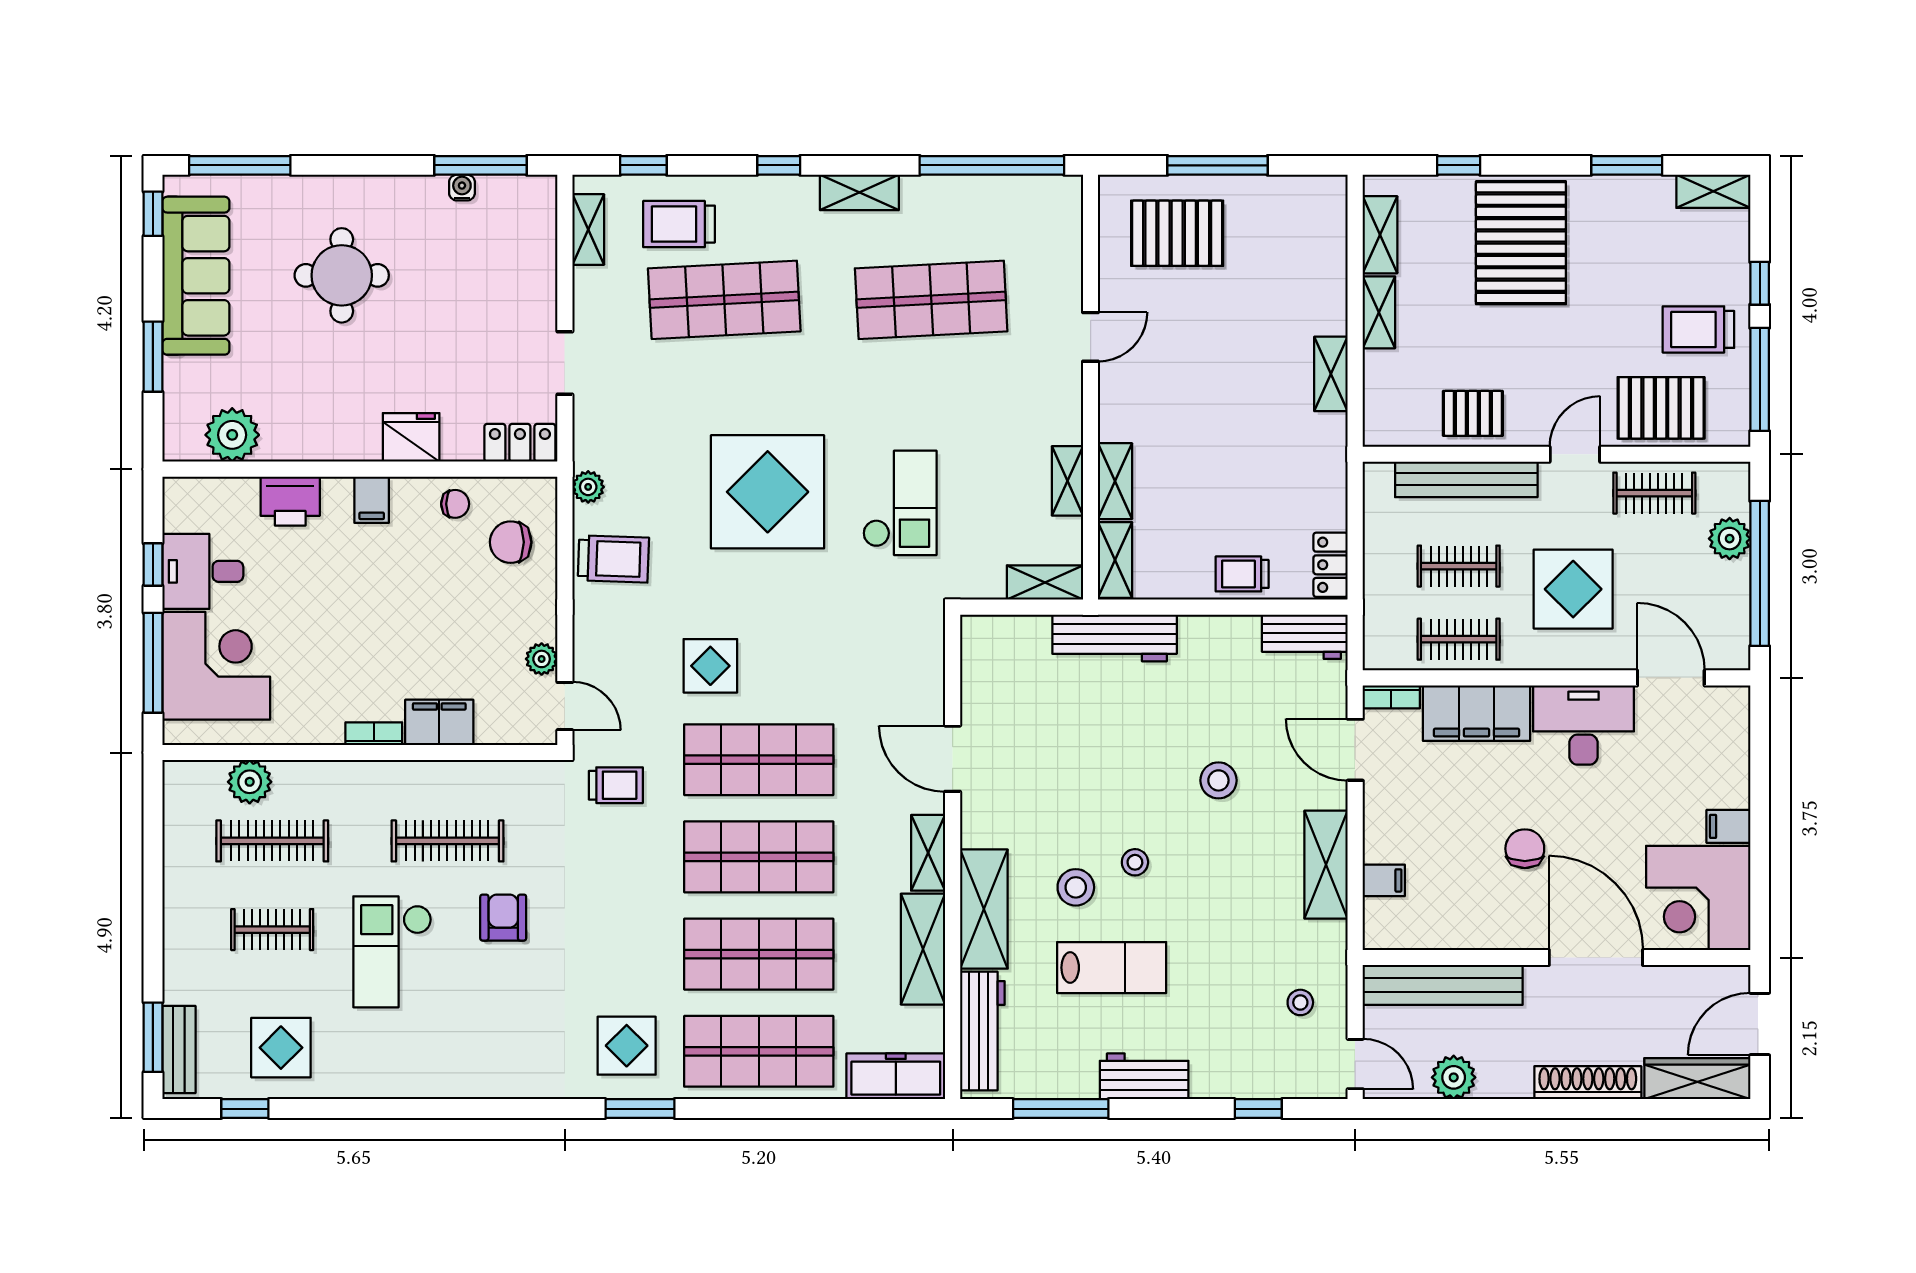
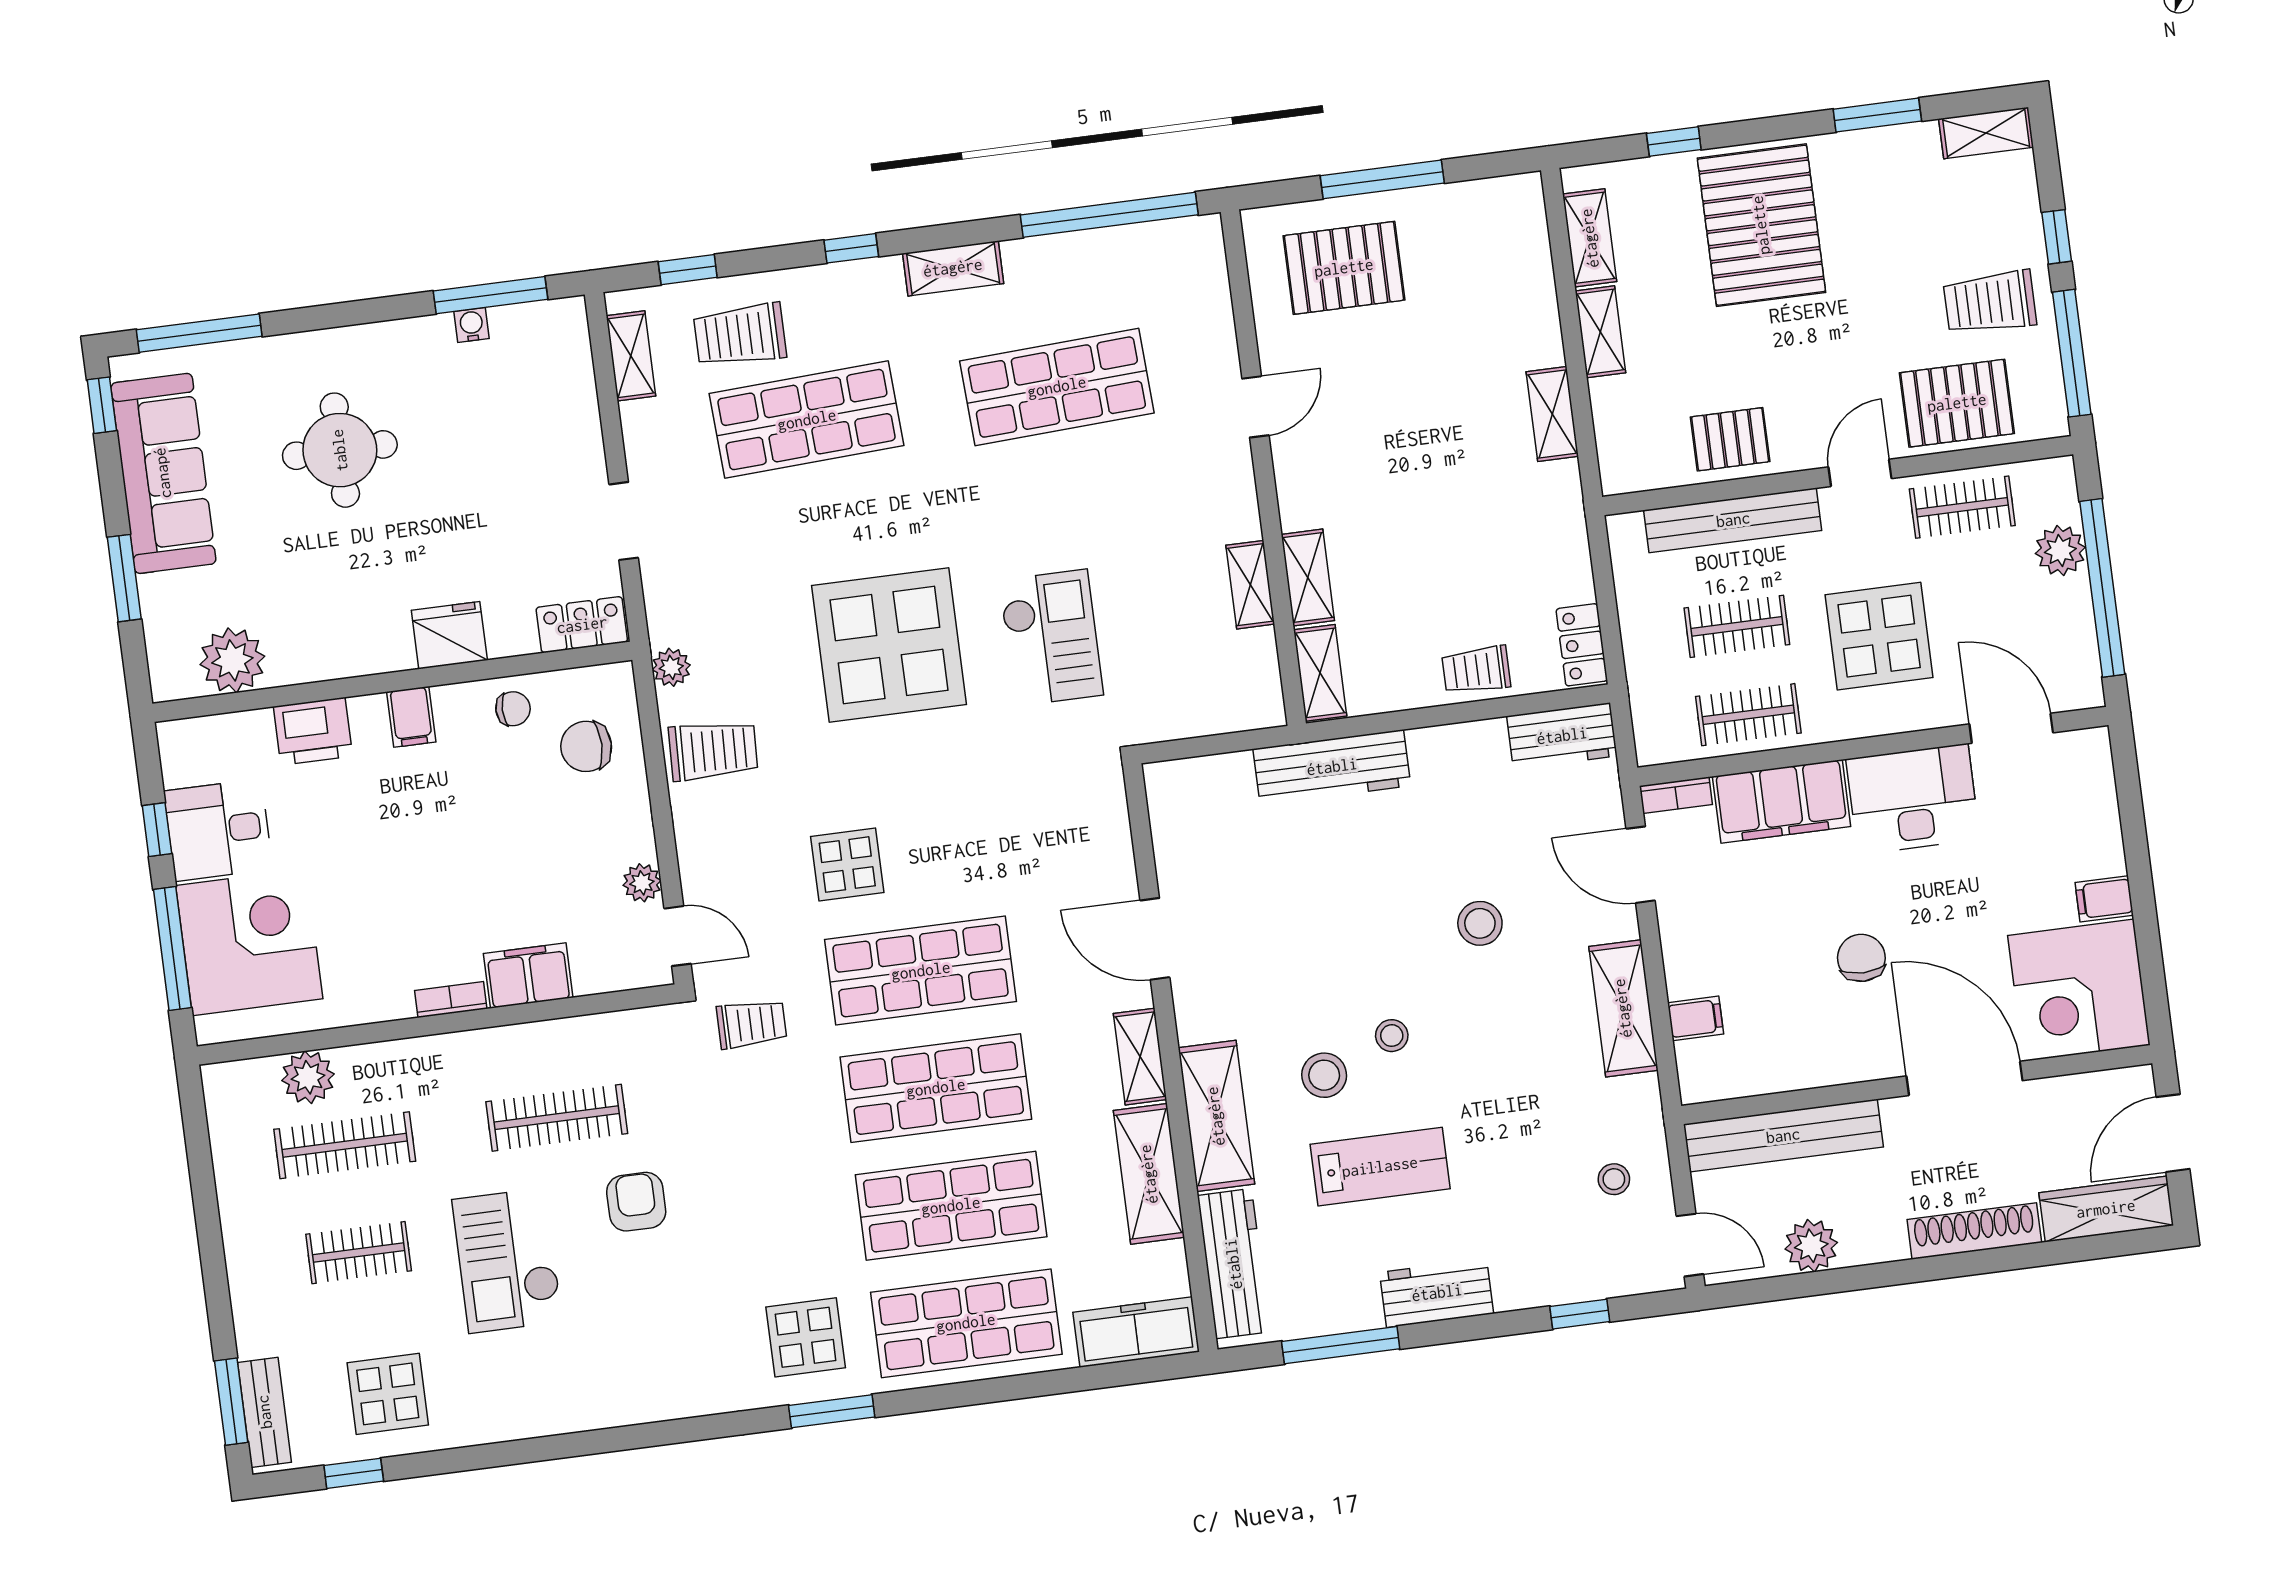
shelving: (1045, 583) -> (1239, 711), removed

